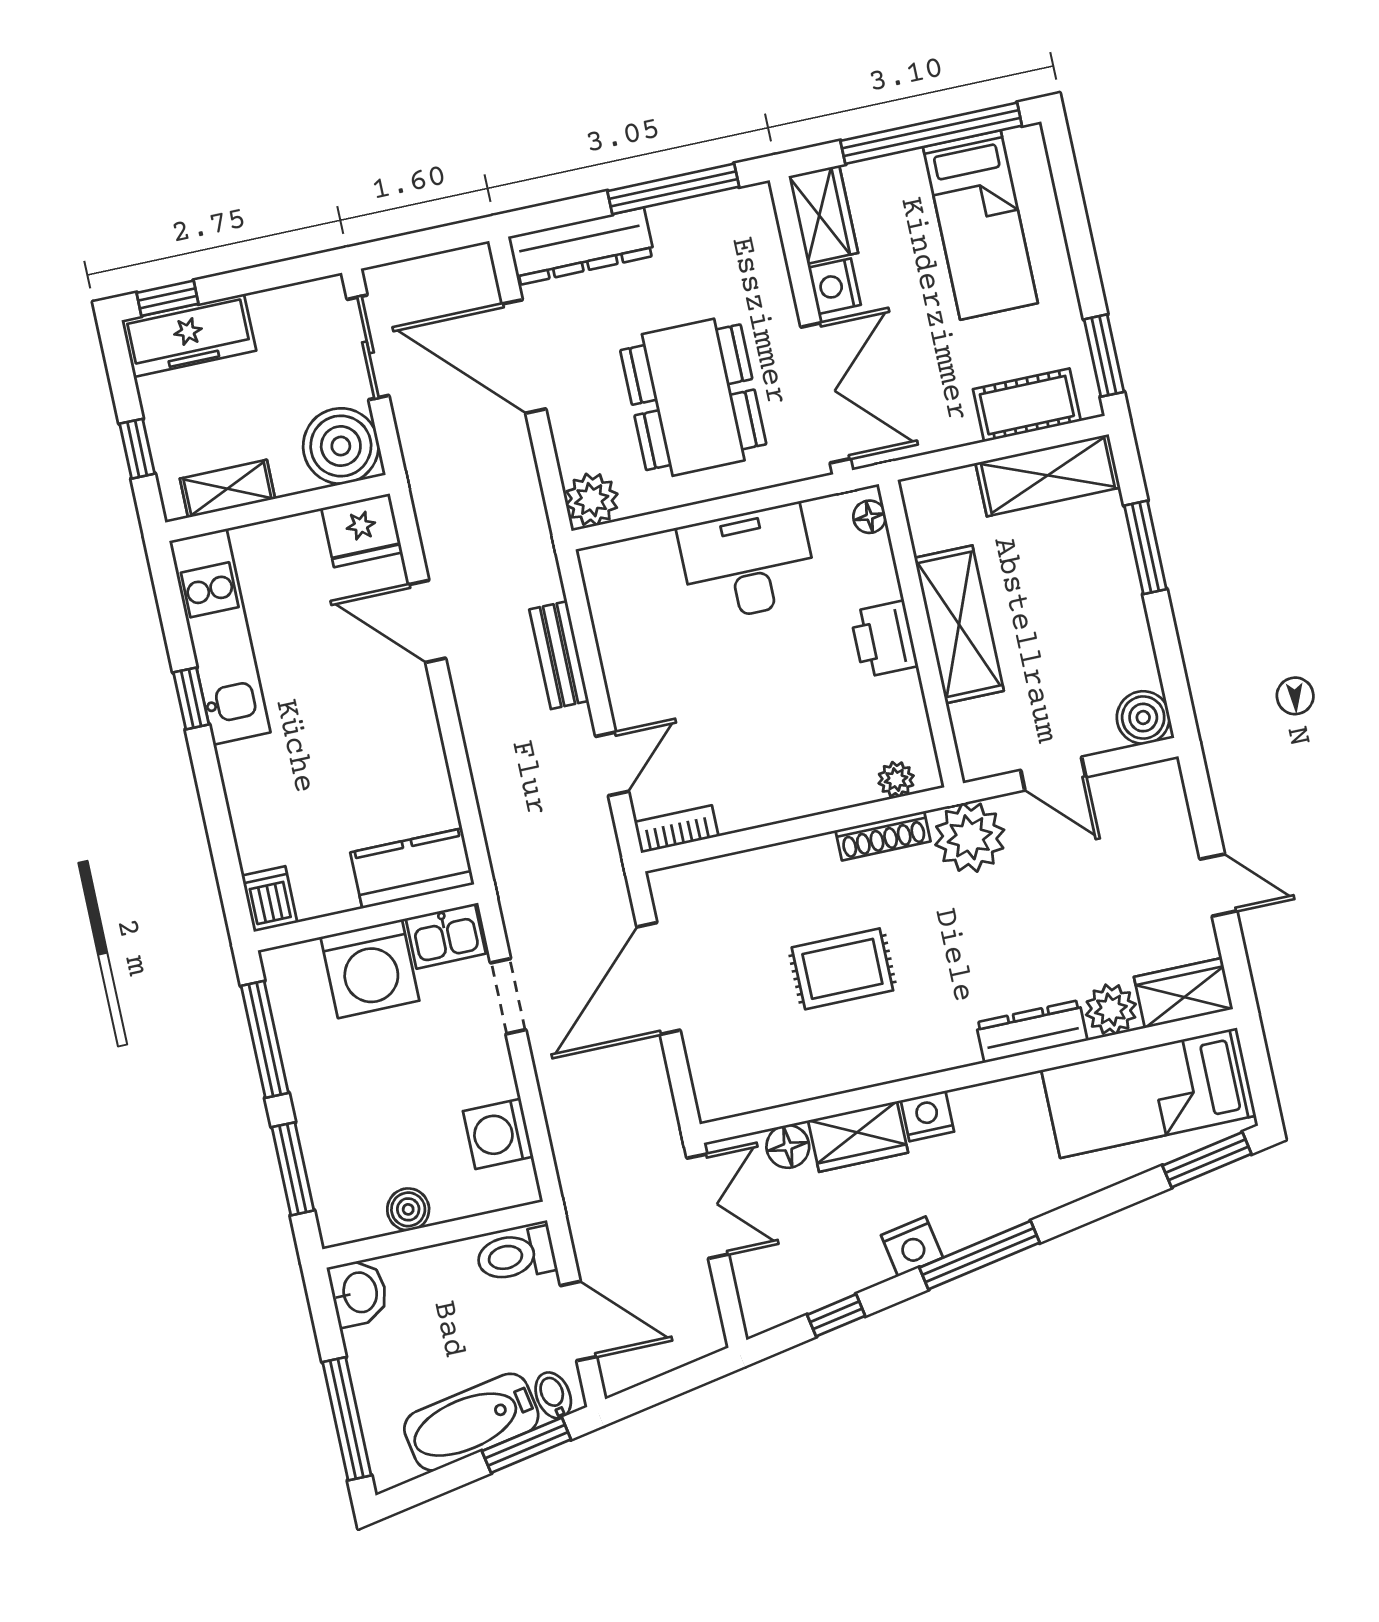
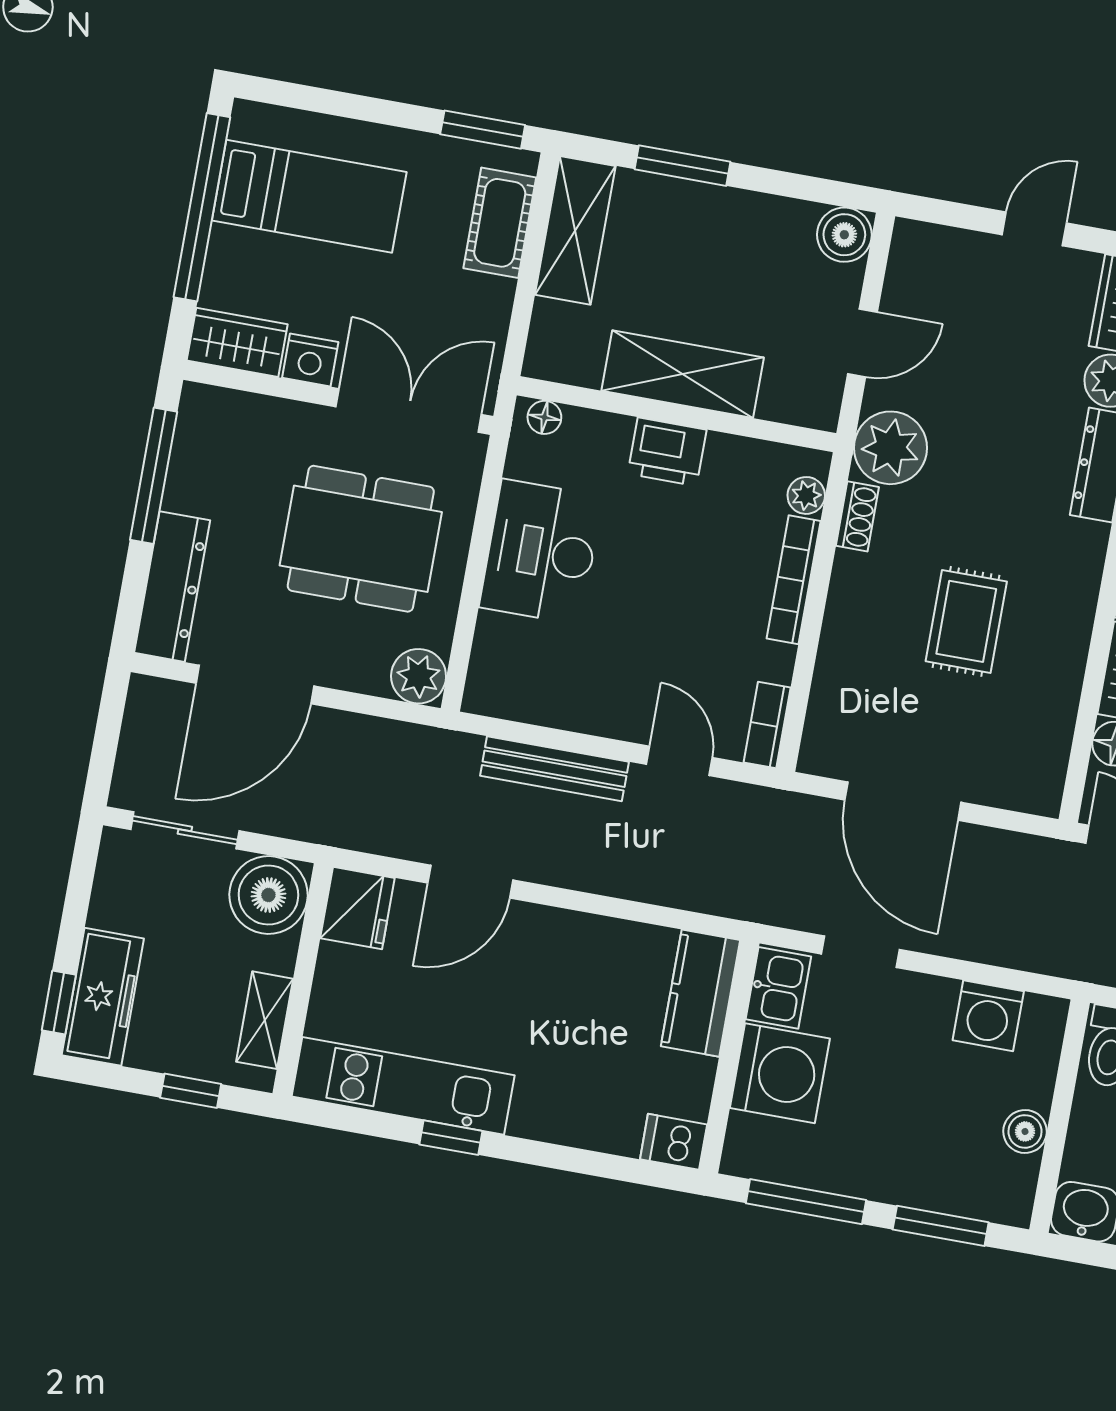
bench: (559, 655) -> (554, 769), width x1.36
bookcase: (816, 799) -> (794, 580), added
shoe rack: (883, 836) -> (857, 516), width x0.70

